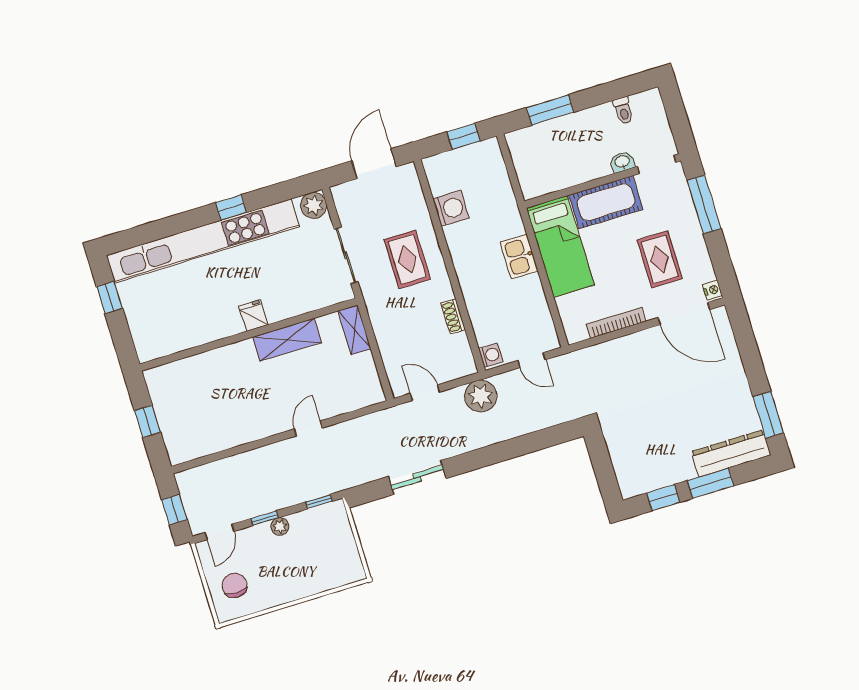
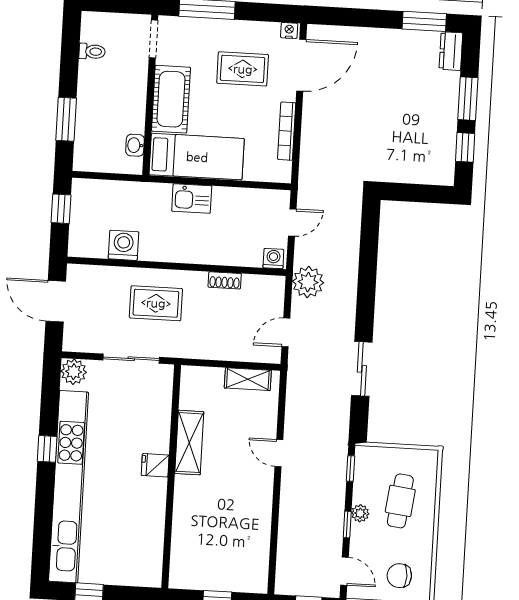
washbasin: (622, 162) -> (135, 145), moved
shelving: (354, 330) -> (248, 379), moved
dresser: (731, 453) -> (451, 51), width x0.51, depth x0.80
cafe table: (306, 560) -> (400, 501), added

